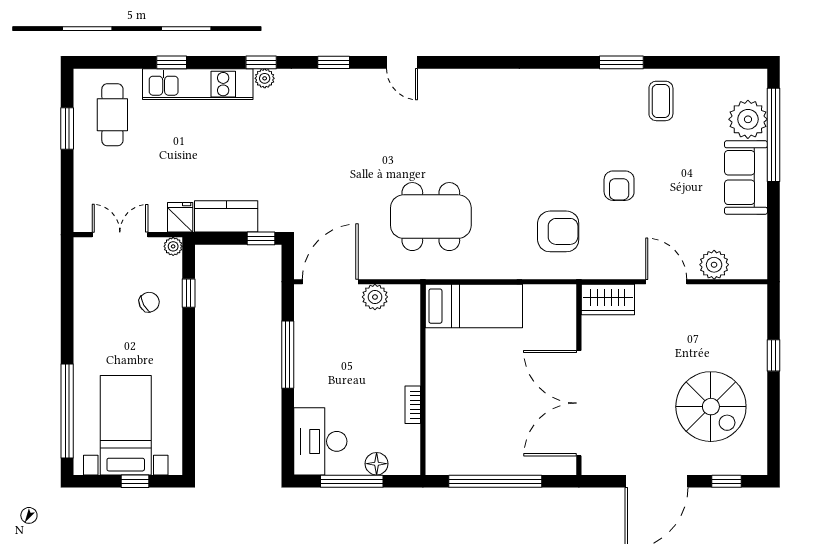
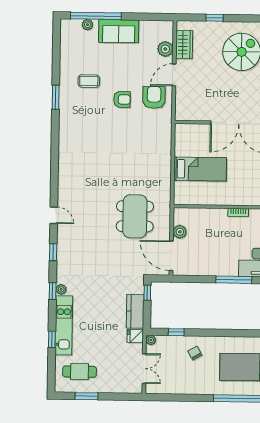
door: (402, 62) -> (54, 215), hinge flipped
coffee table: (661, 101) -> (89, 81), moved
plant: (748, 119) -> (87, 25), width x0.53, depth x0.53
dining table: (431, 217) -> (135, 216), moved
armchair: (558, 231) -> (154, 97), moved
double door: (120, 235) -> (144, 369), swing flipped
wardrobe: (608, 300) -> (184, 45), moved
chair: (149, 302) -> (195, 353), moved
bed: (474, 306) -> (200, 169), moved, turned 90
window: (288, 355) -> (234, 280), moved

